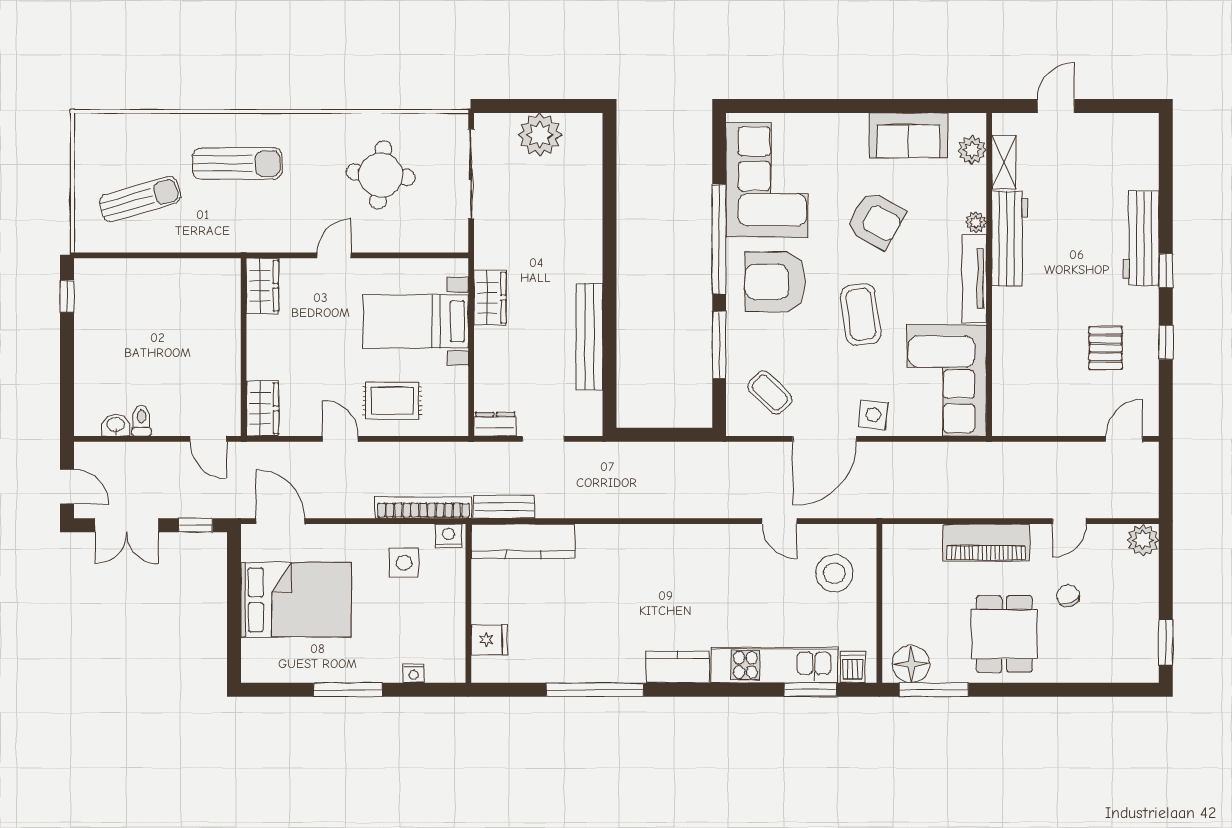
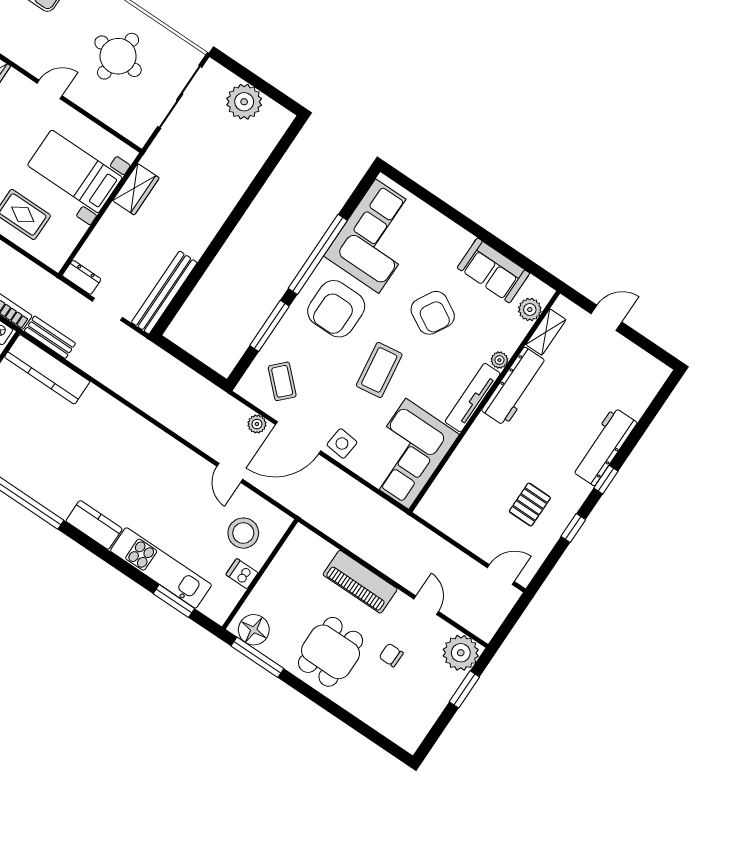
armchair: (775, 282) -> (336, 309), turned -90
bench: (589, 337) -> (164, 293), moved
plant: (774, 453) -> (257, 424), added
door: (1069, 521) -> (426, 605), swing flipped
plant: (1143, 540) -> (461, 653), width x1.36, depth x1.36
chair: (1068, 596) -> (391, 655), turned -69
window: (1166, 642) -> (464, 689), moved
dishwasher: (853, 667) -> (242, 574), moved, turned -90

